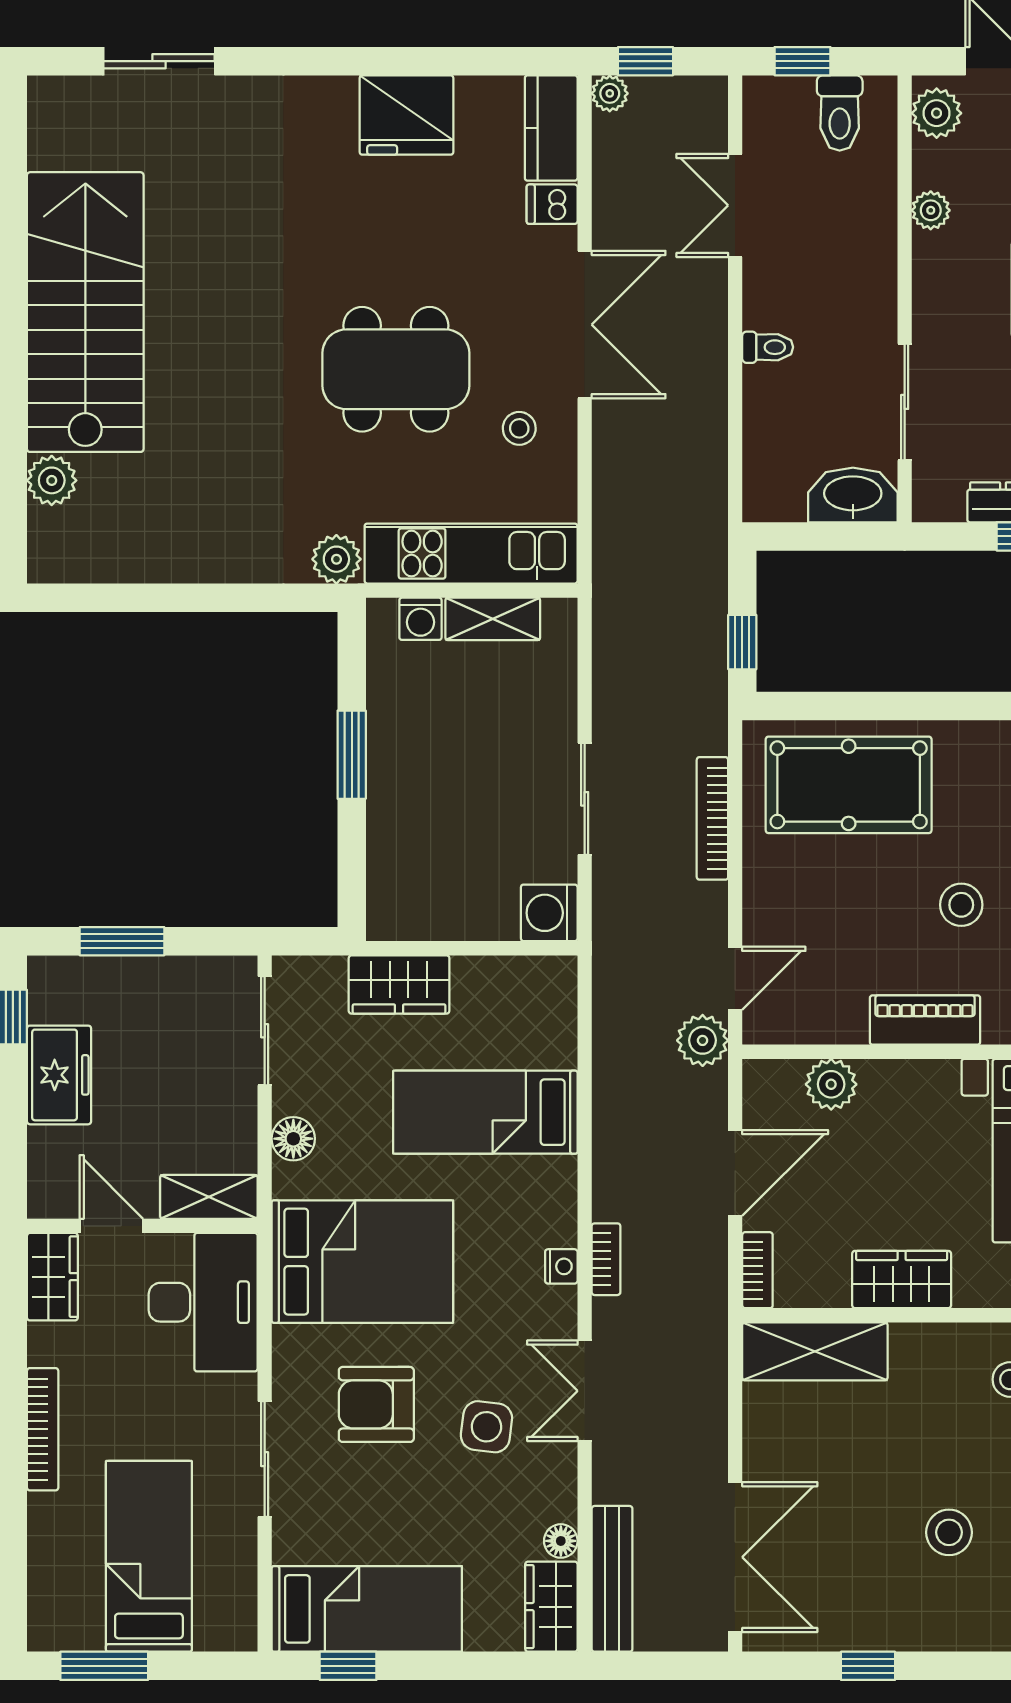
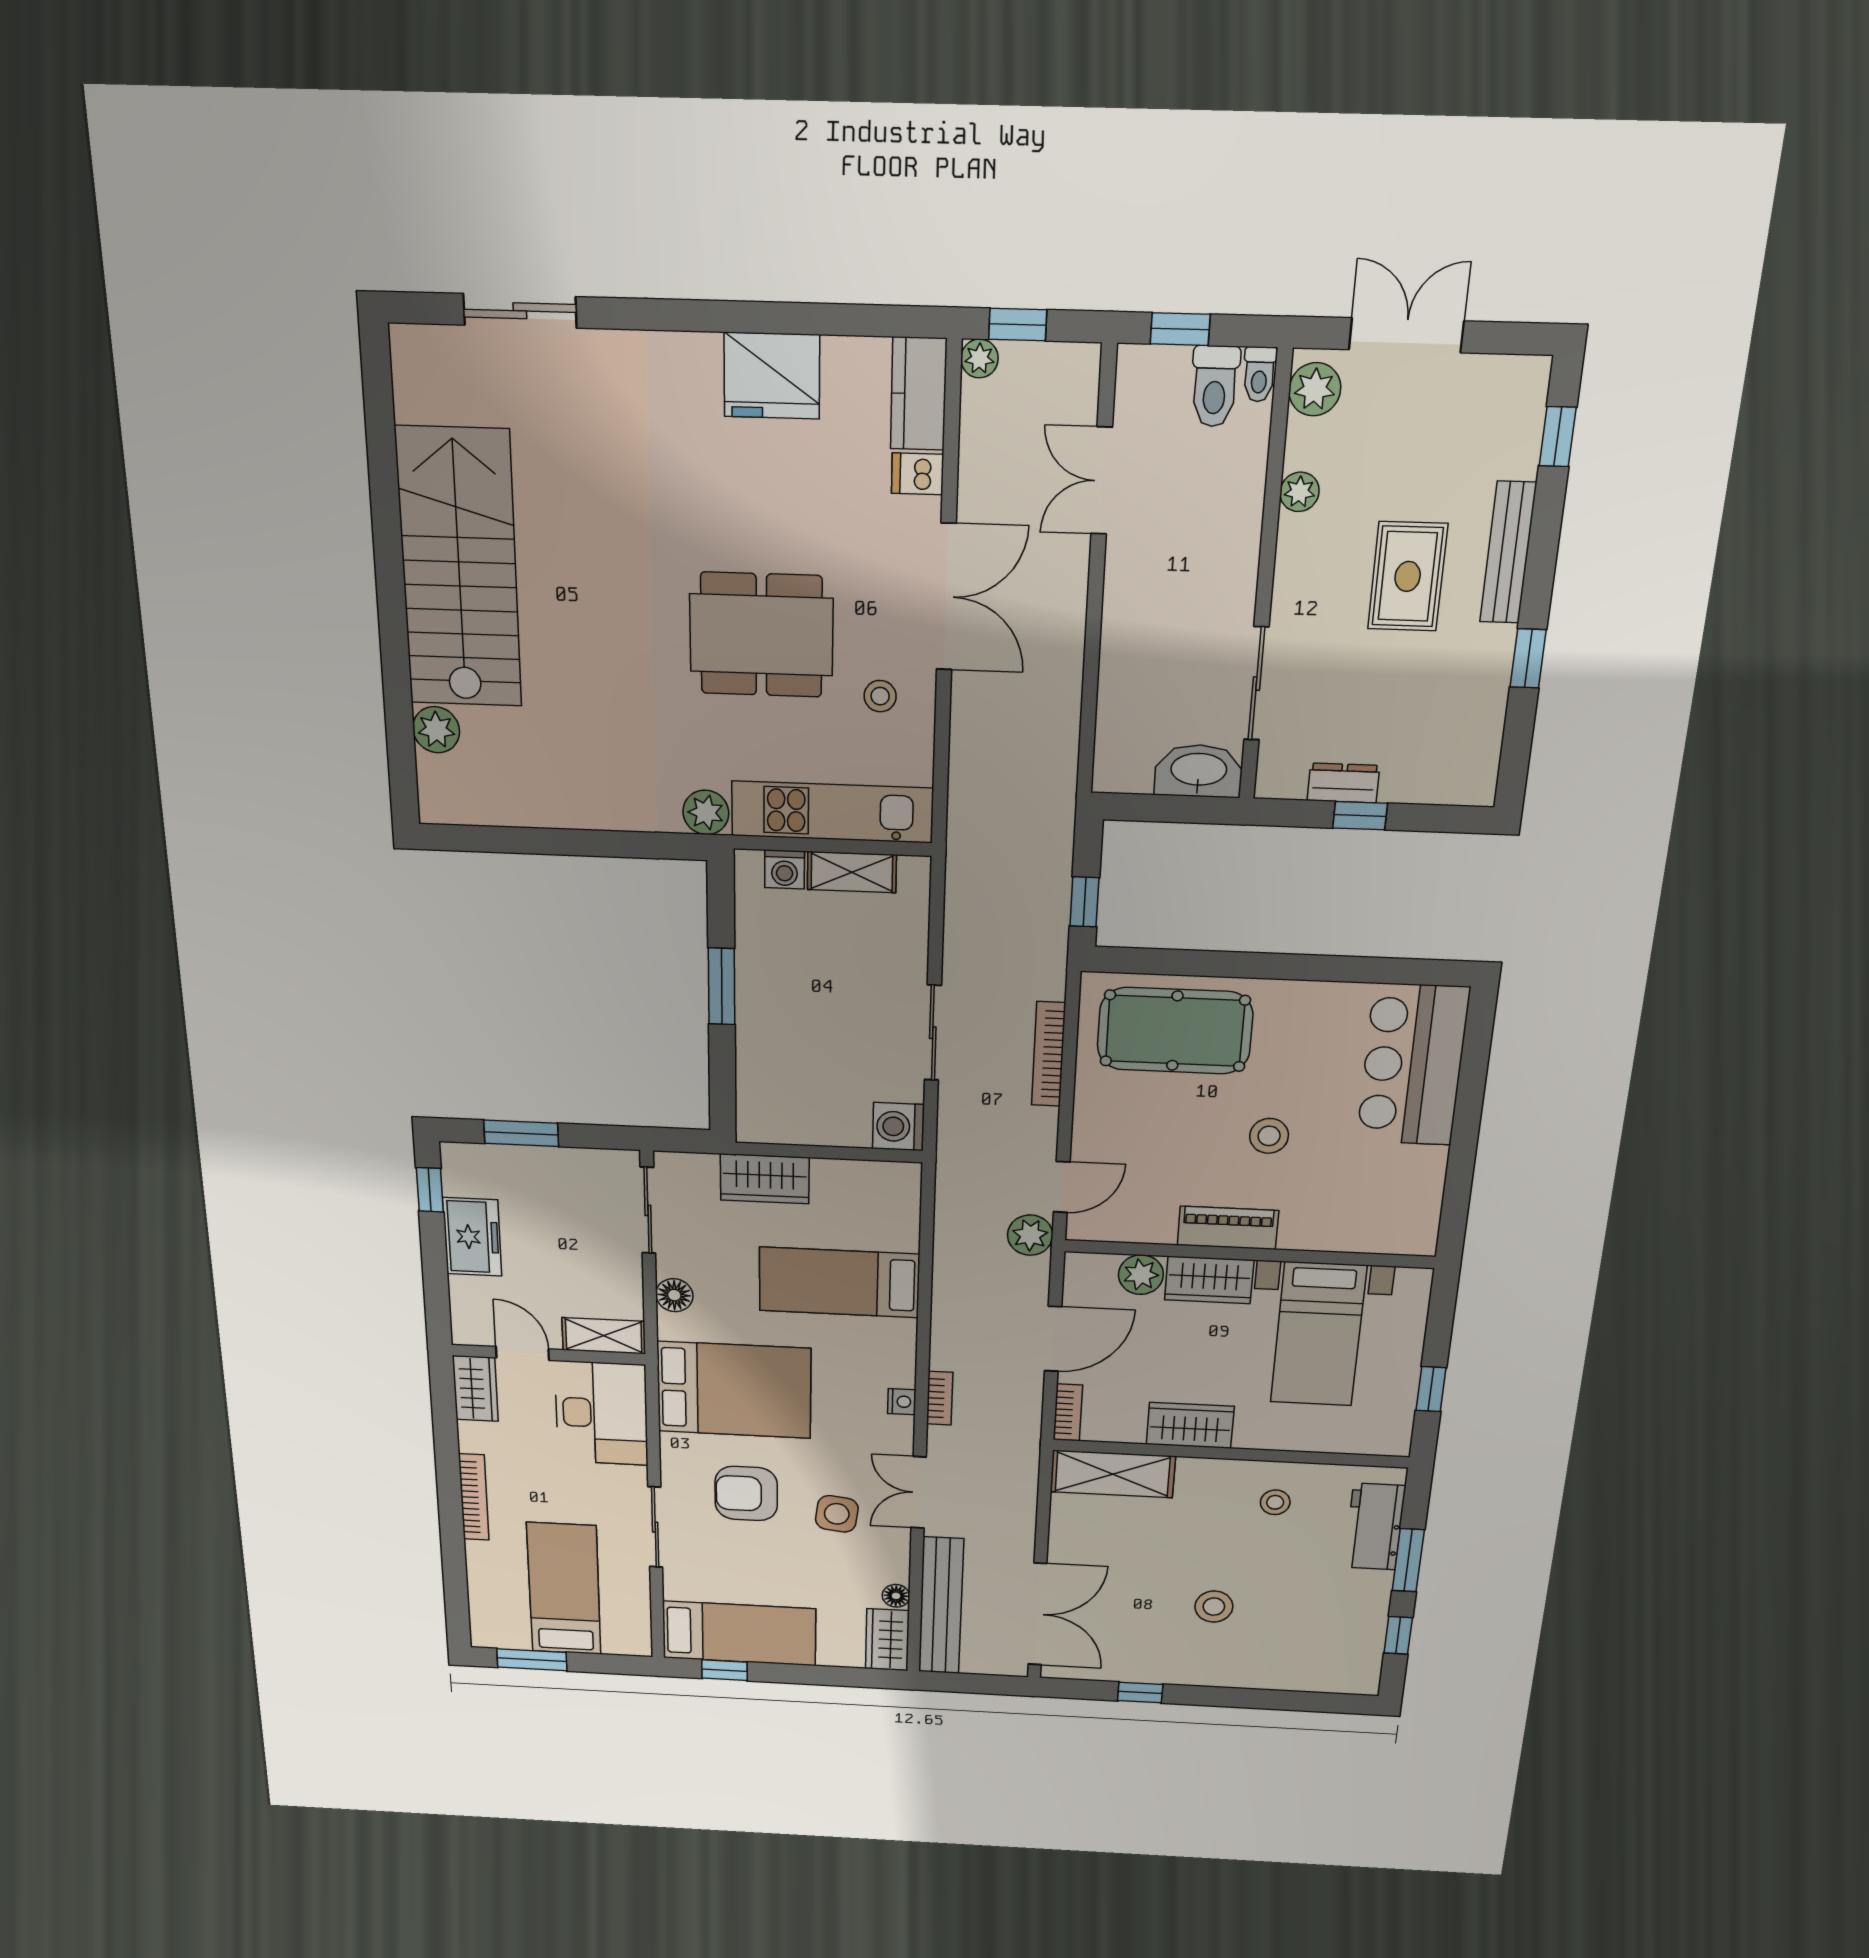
toilet: (768, 347) -> (1259, 374), moved, turned 90
wardrobe: (909, 1087) -> (1209, 1280), added
bench: (612, 1579) -> (941, 1606), width x1.37, depth x1.21

